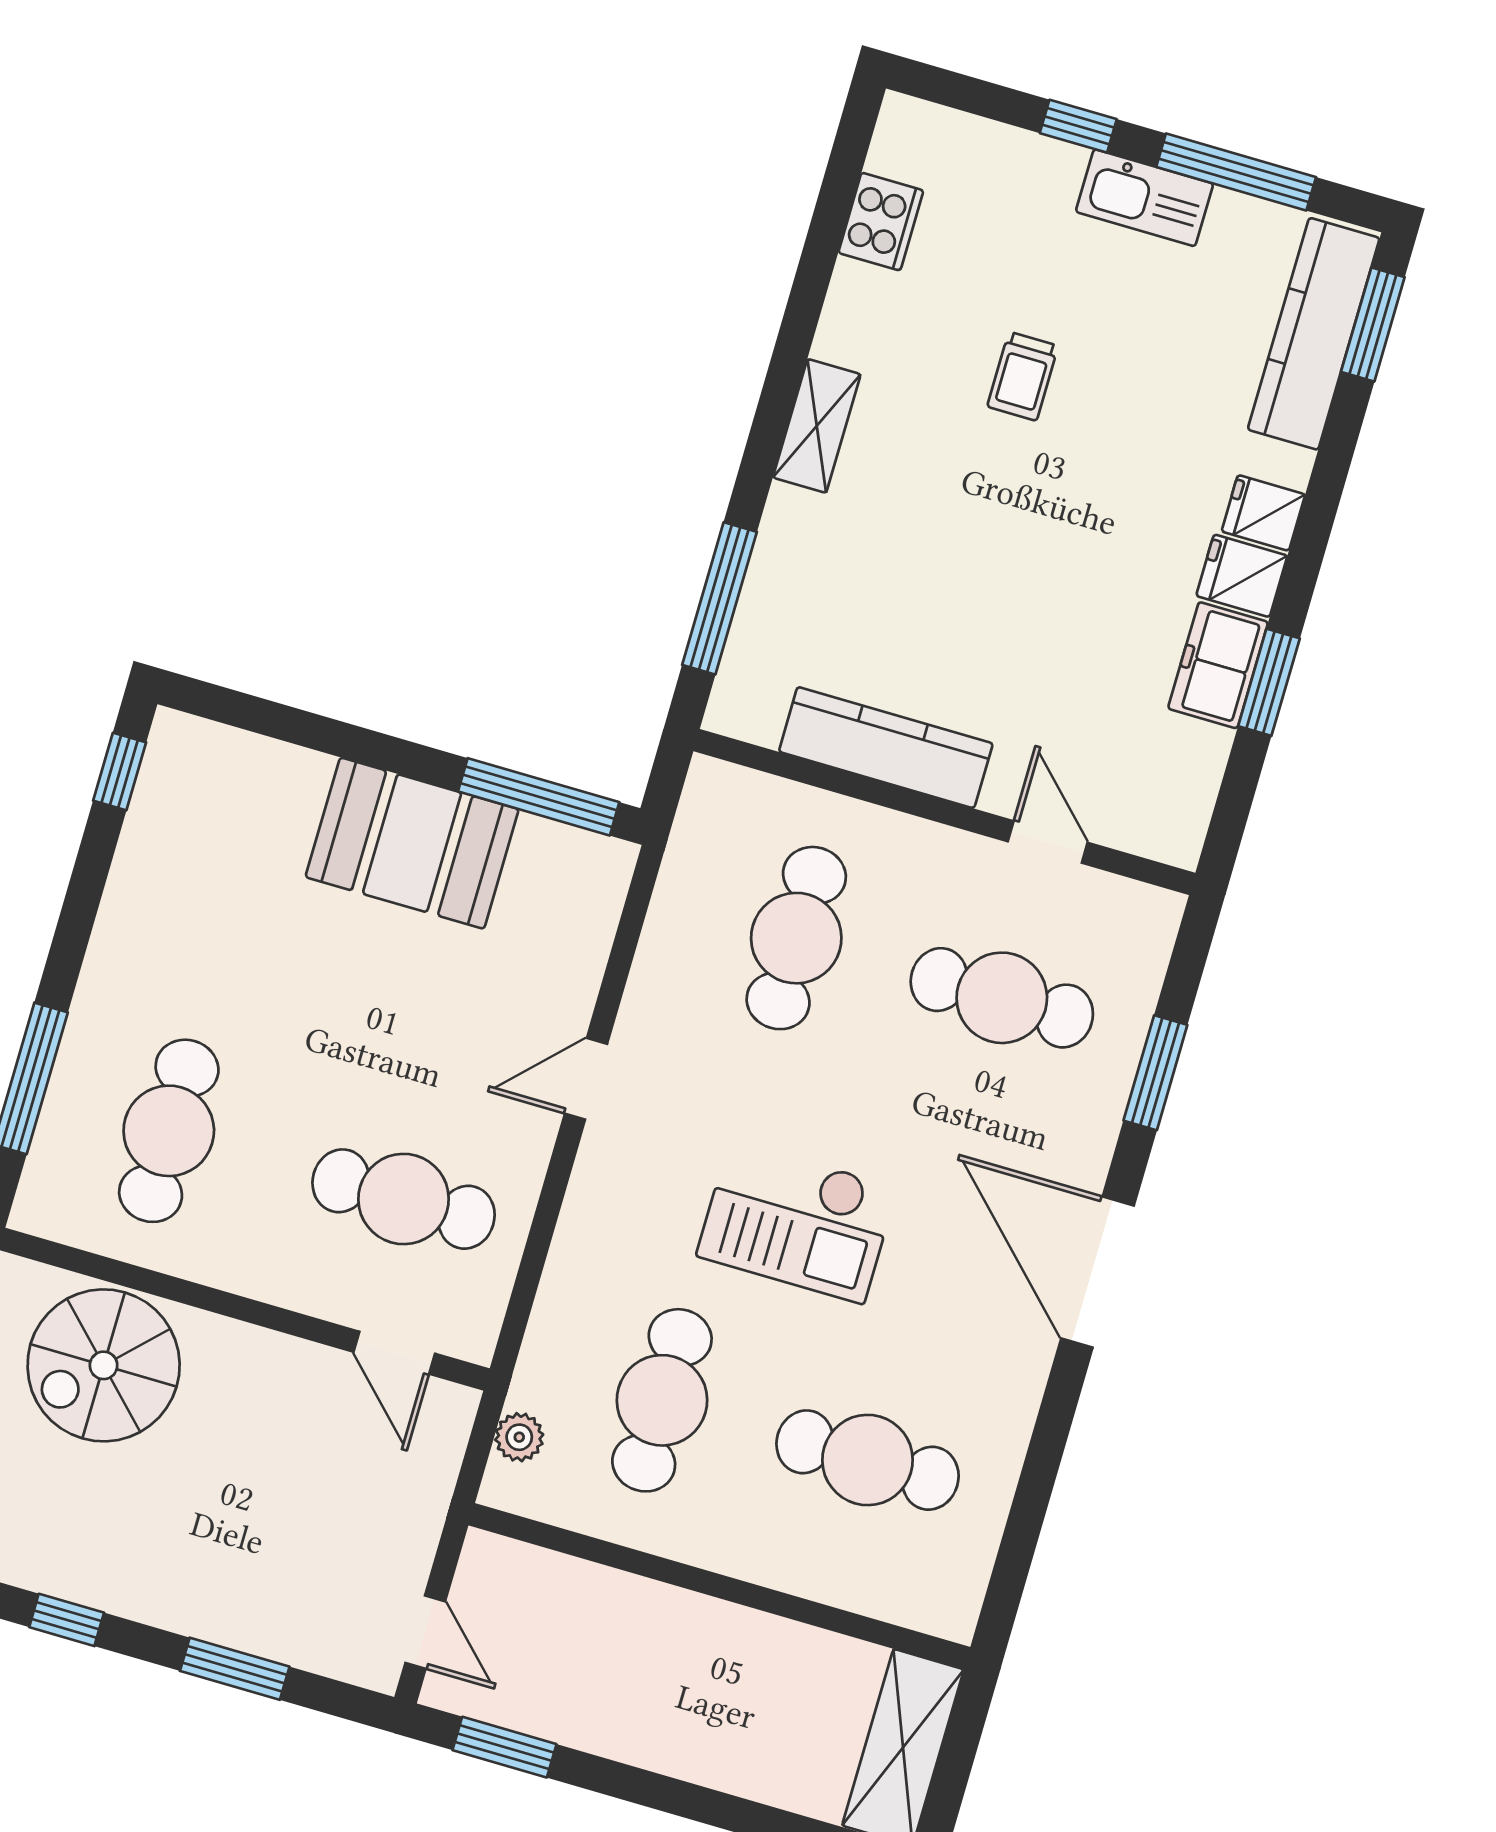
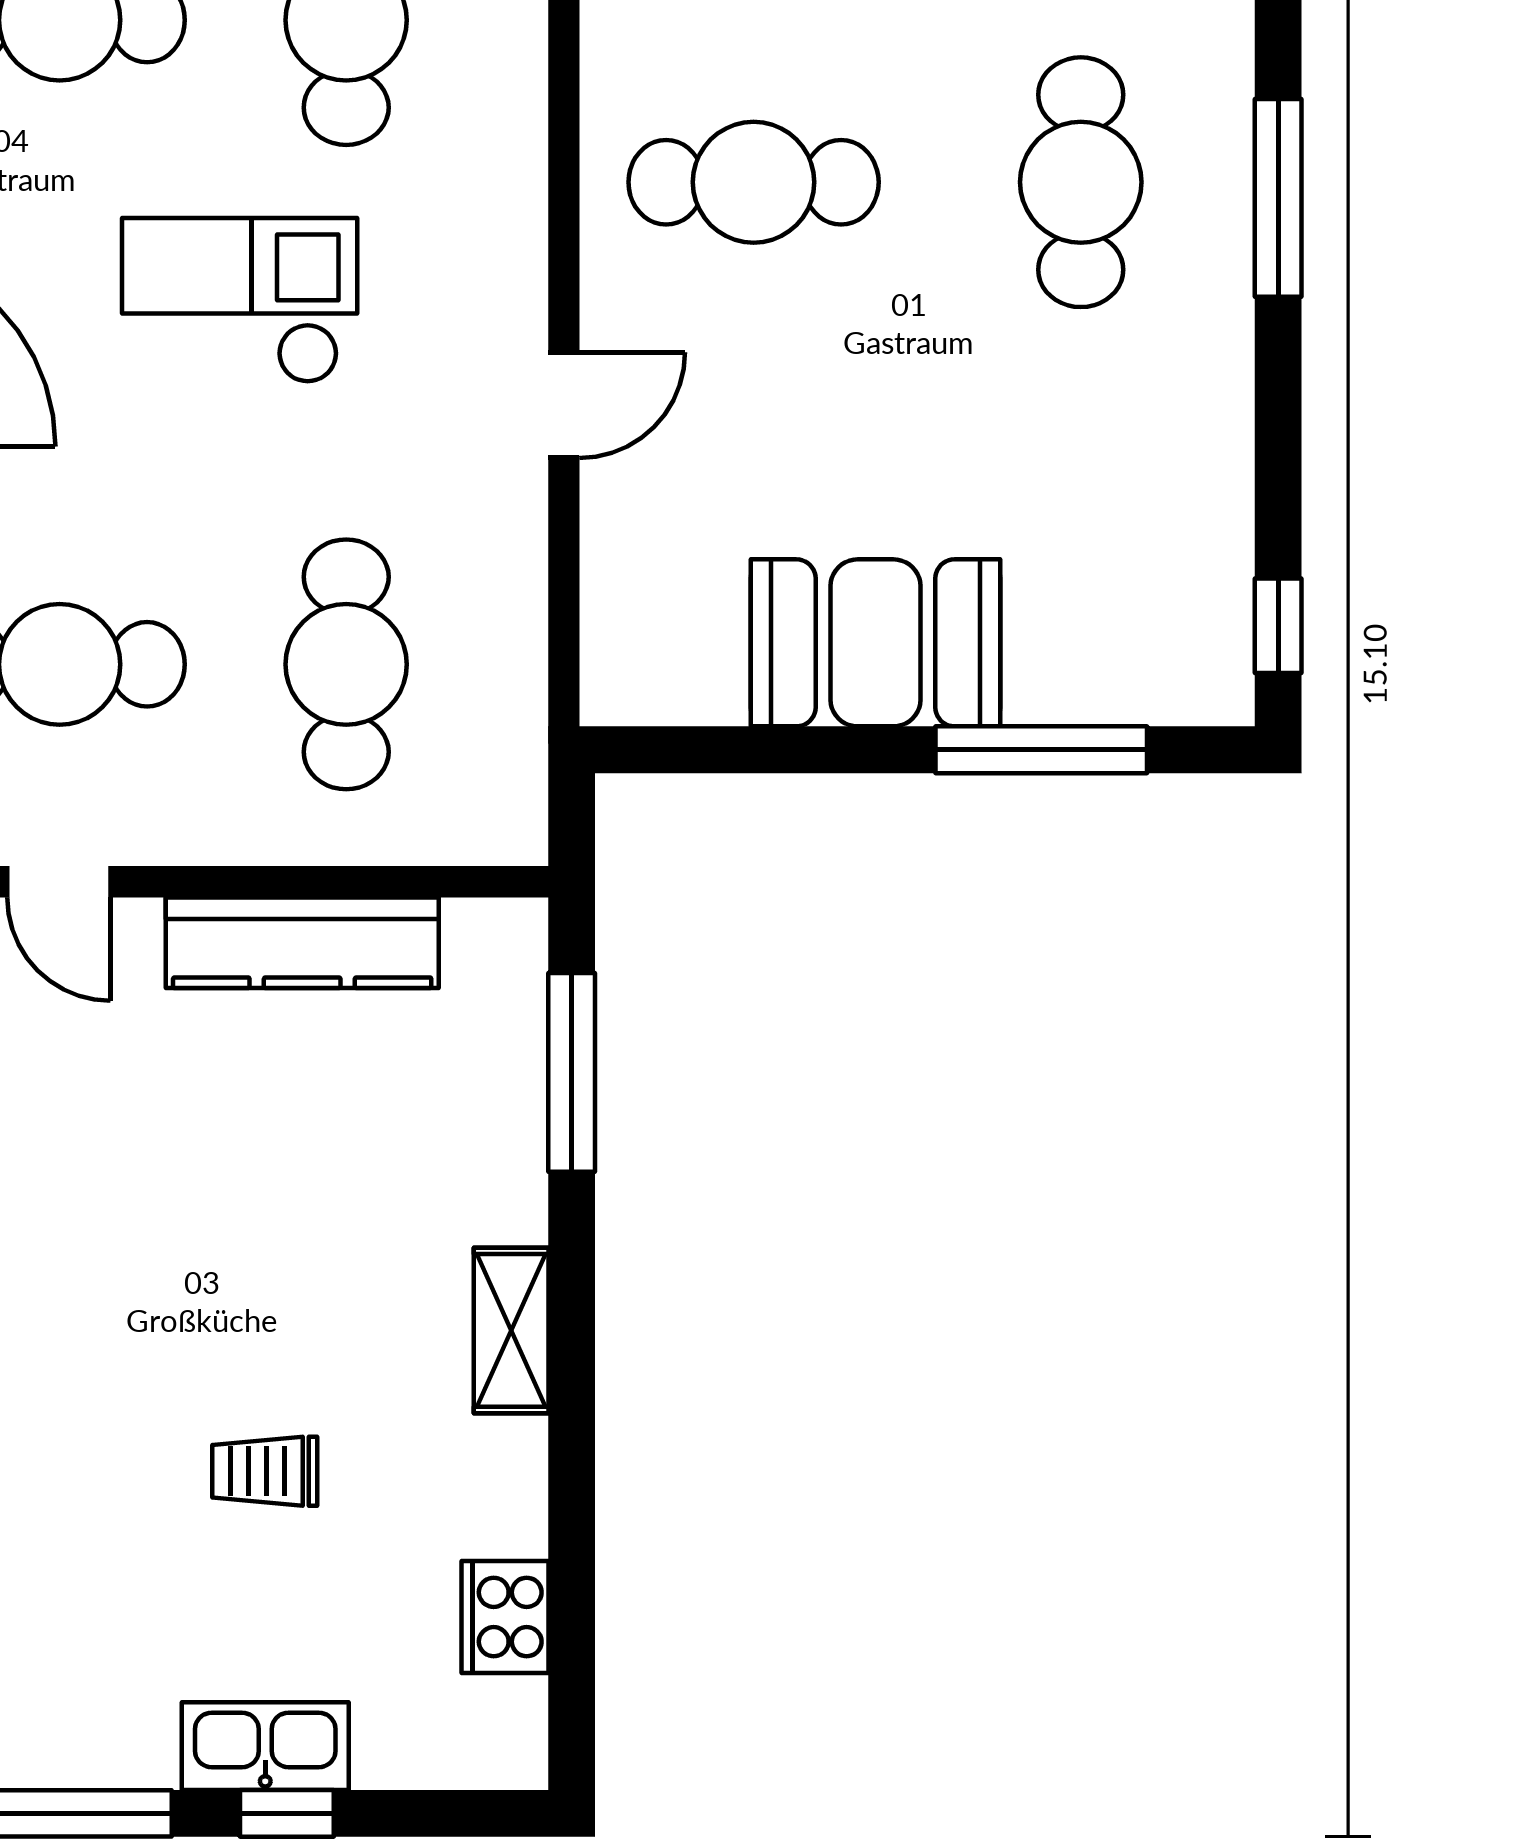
kitchen sink: (1145, 198) -> (265, 1746), moved
trolley: (1023, 376) -> (265, 1471), turned -90
window: (539, 797) -> (1041, 750), moved

